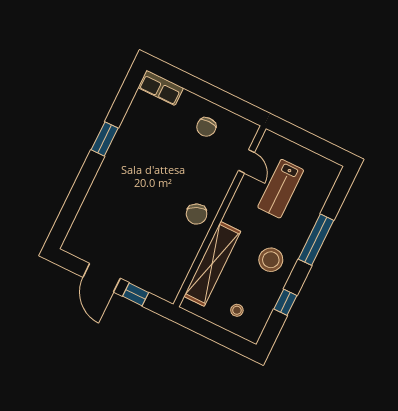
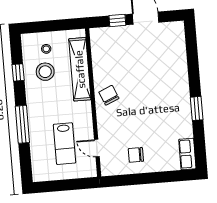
row of seats: (161, 88) -> (187, 154), moved, turned -90
chair: (206, 127) -> (136, 155), turned -90
lab bench: (281, 189) -> (65, 144), turned 180
stool: (271, 260) -> (45, 72), moved

